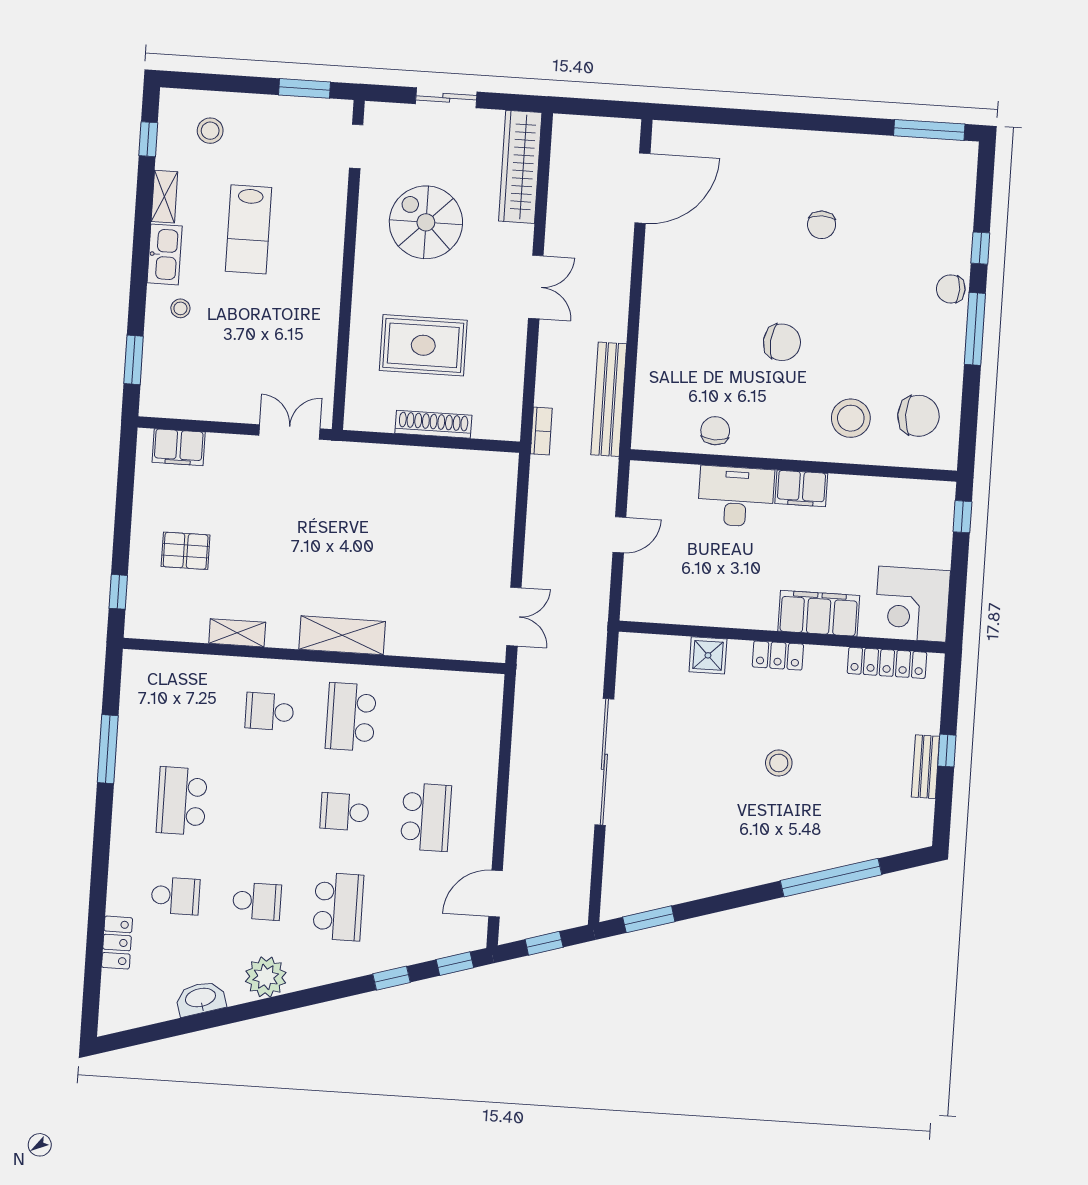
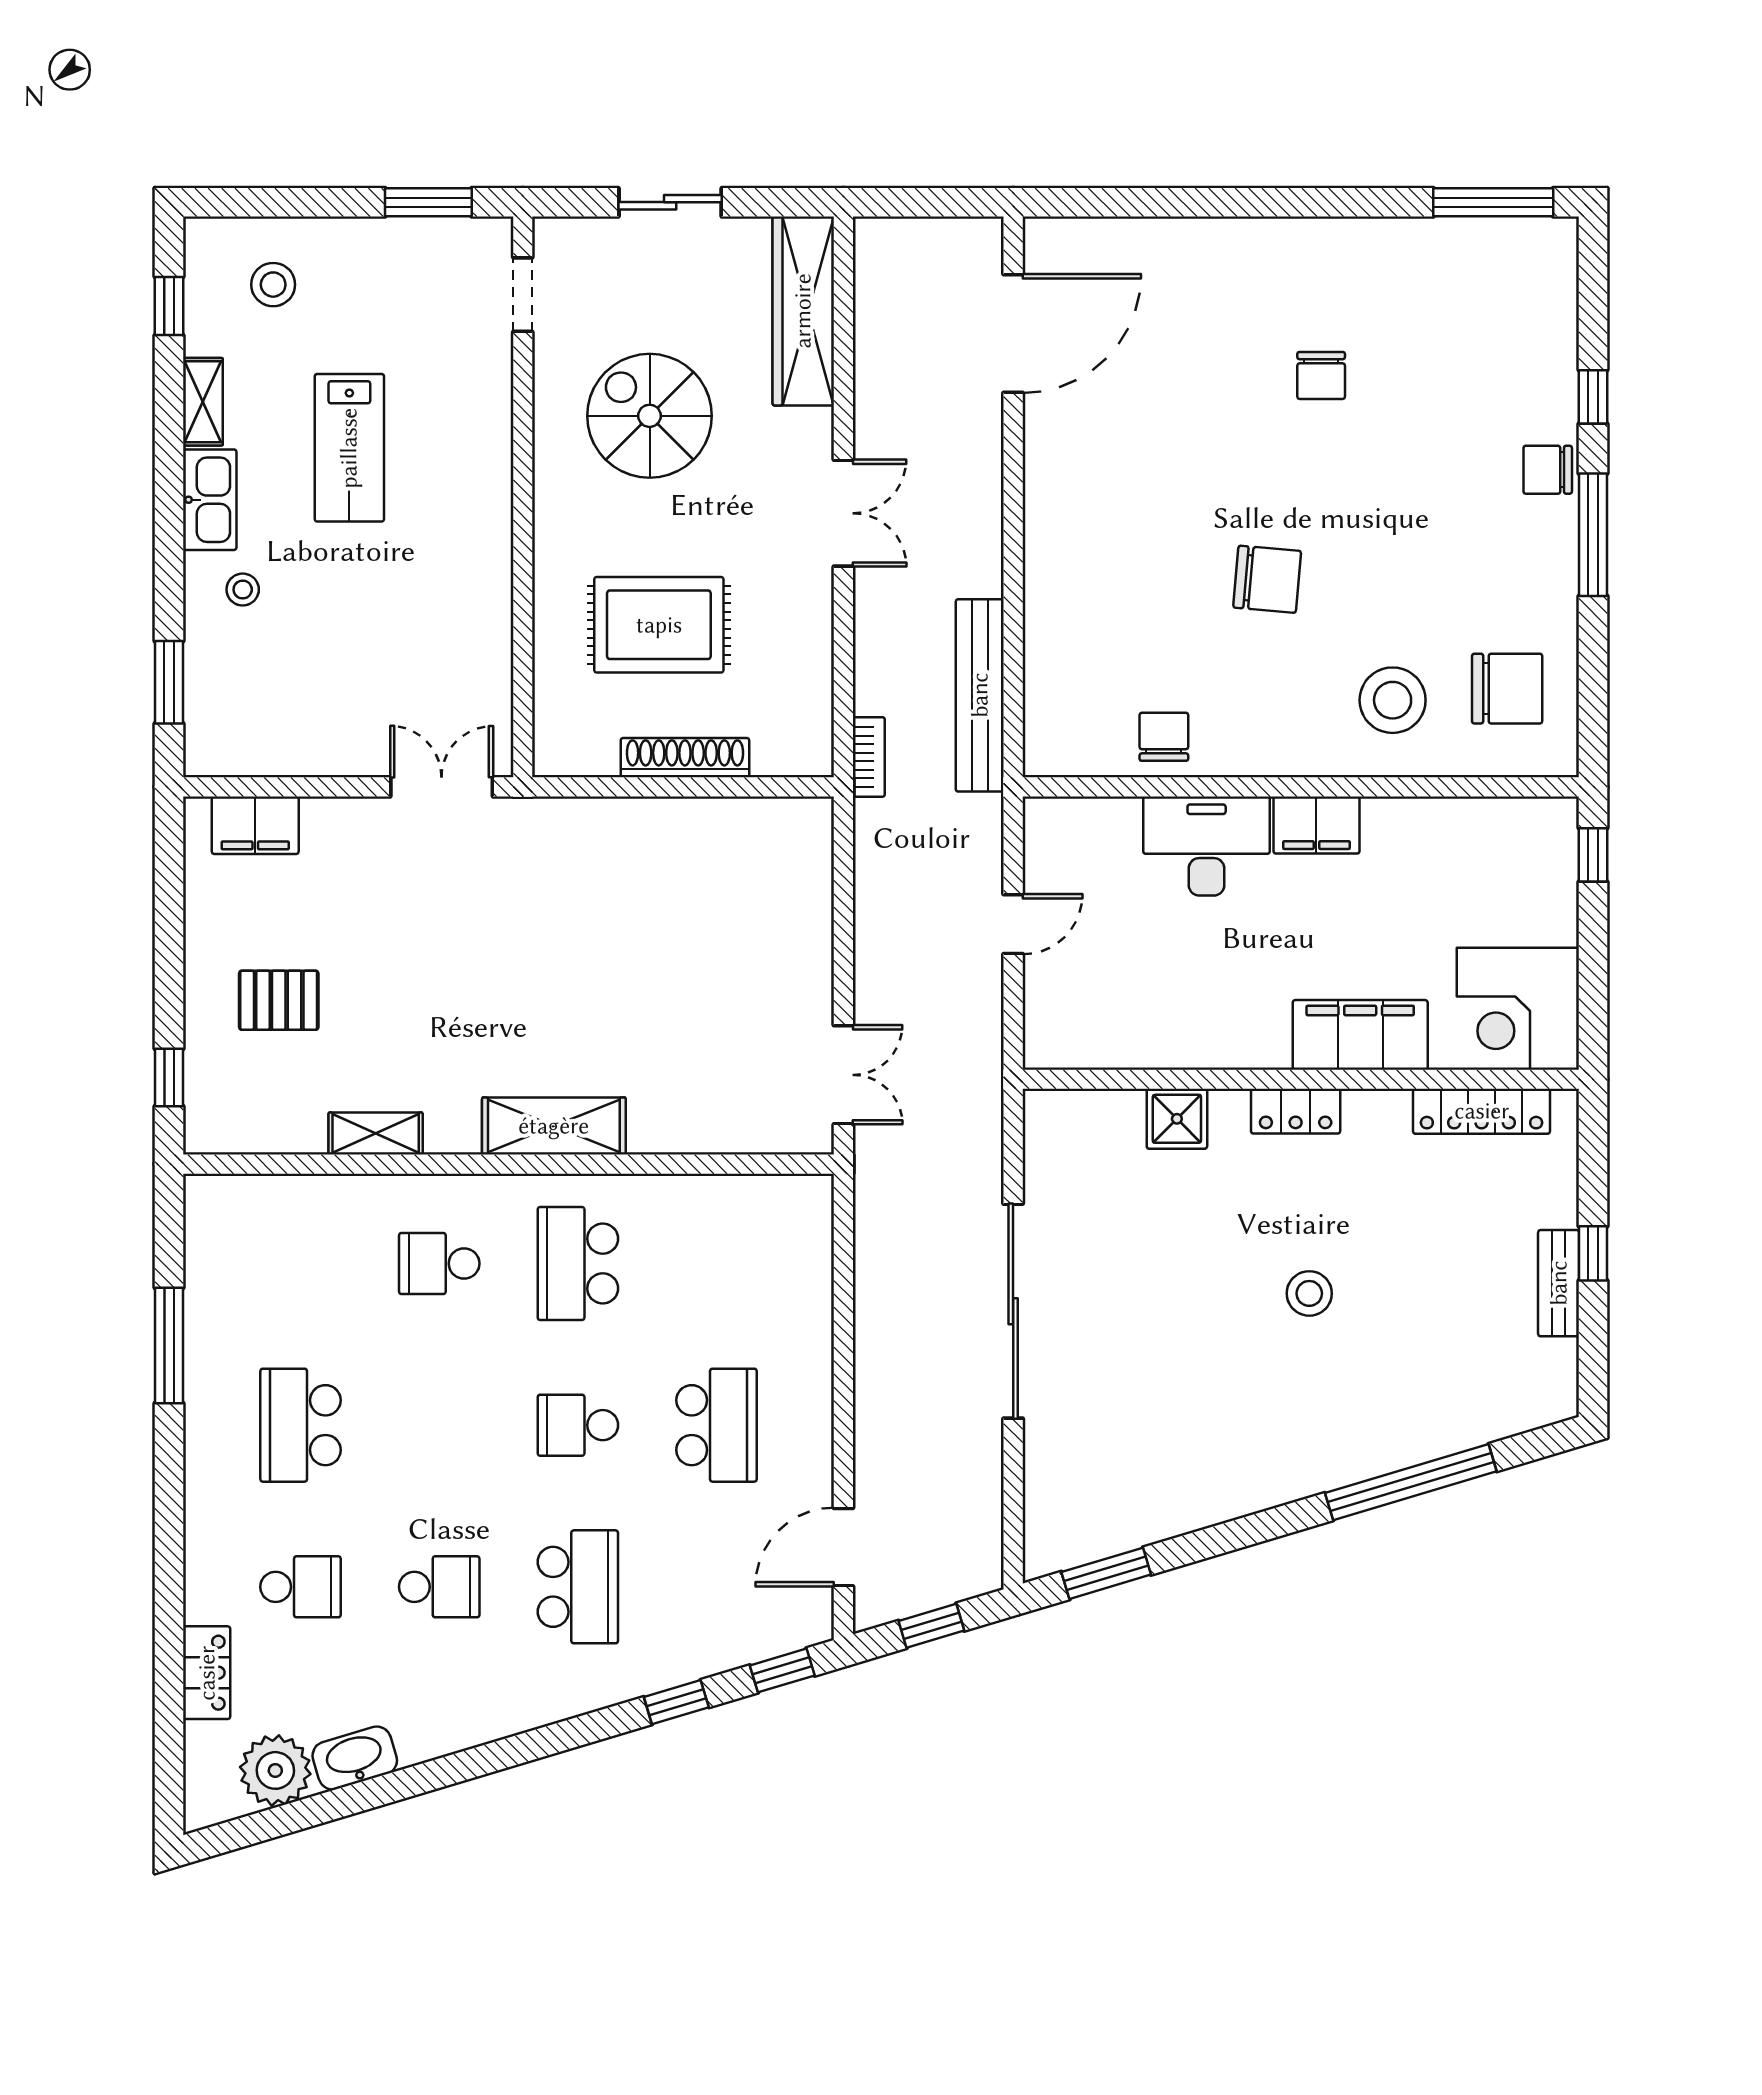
plant: (266, 977) -> (275, 1770), moved

